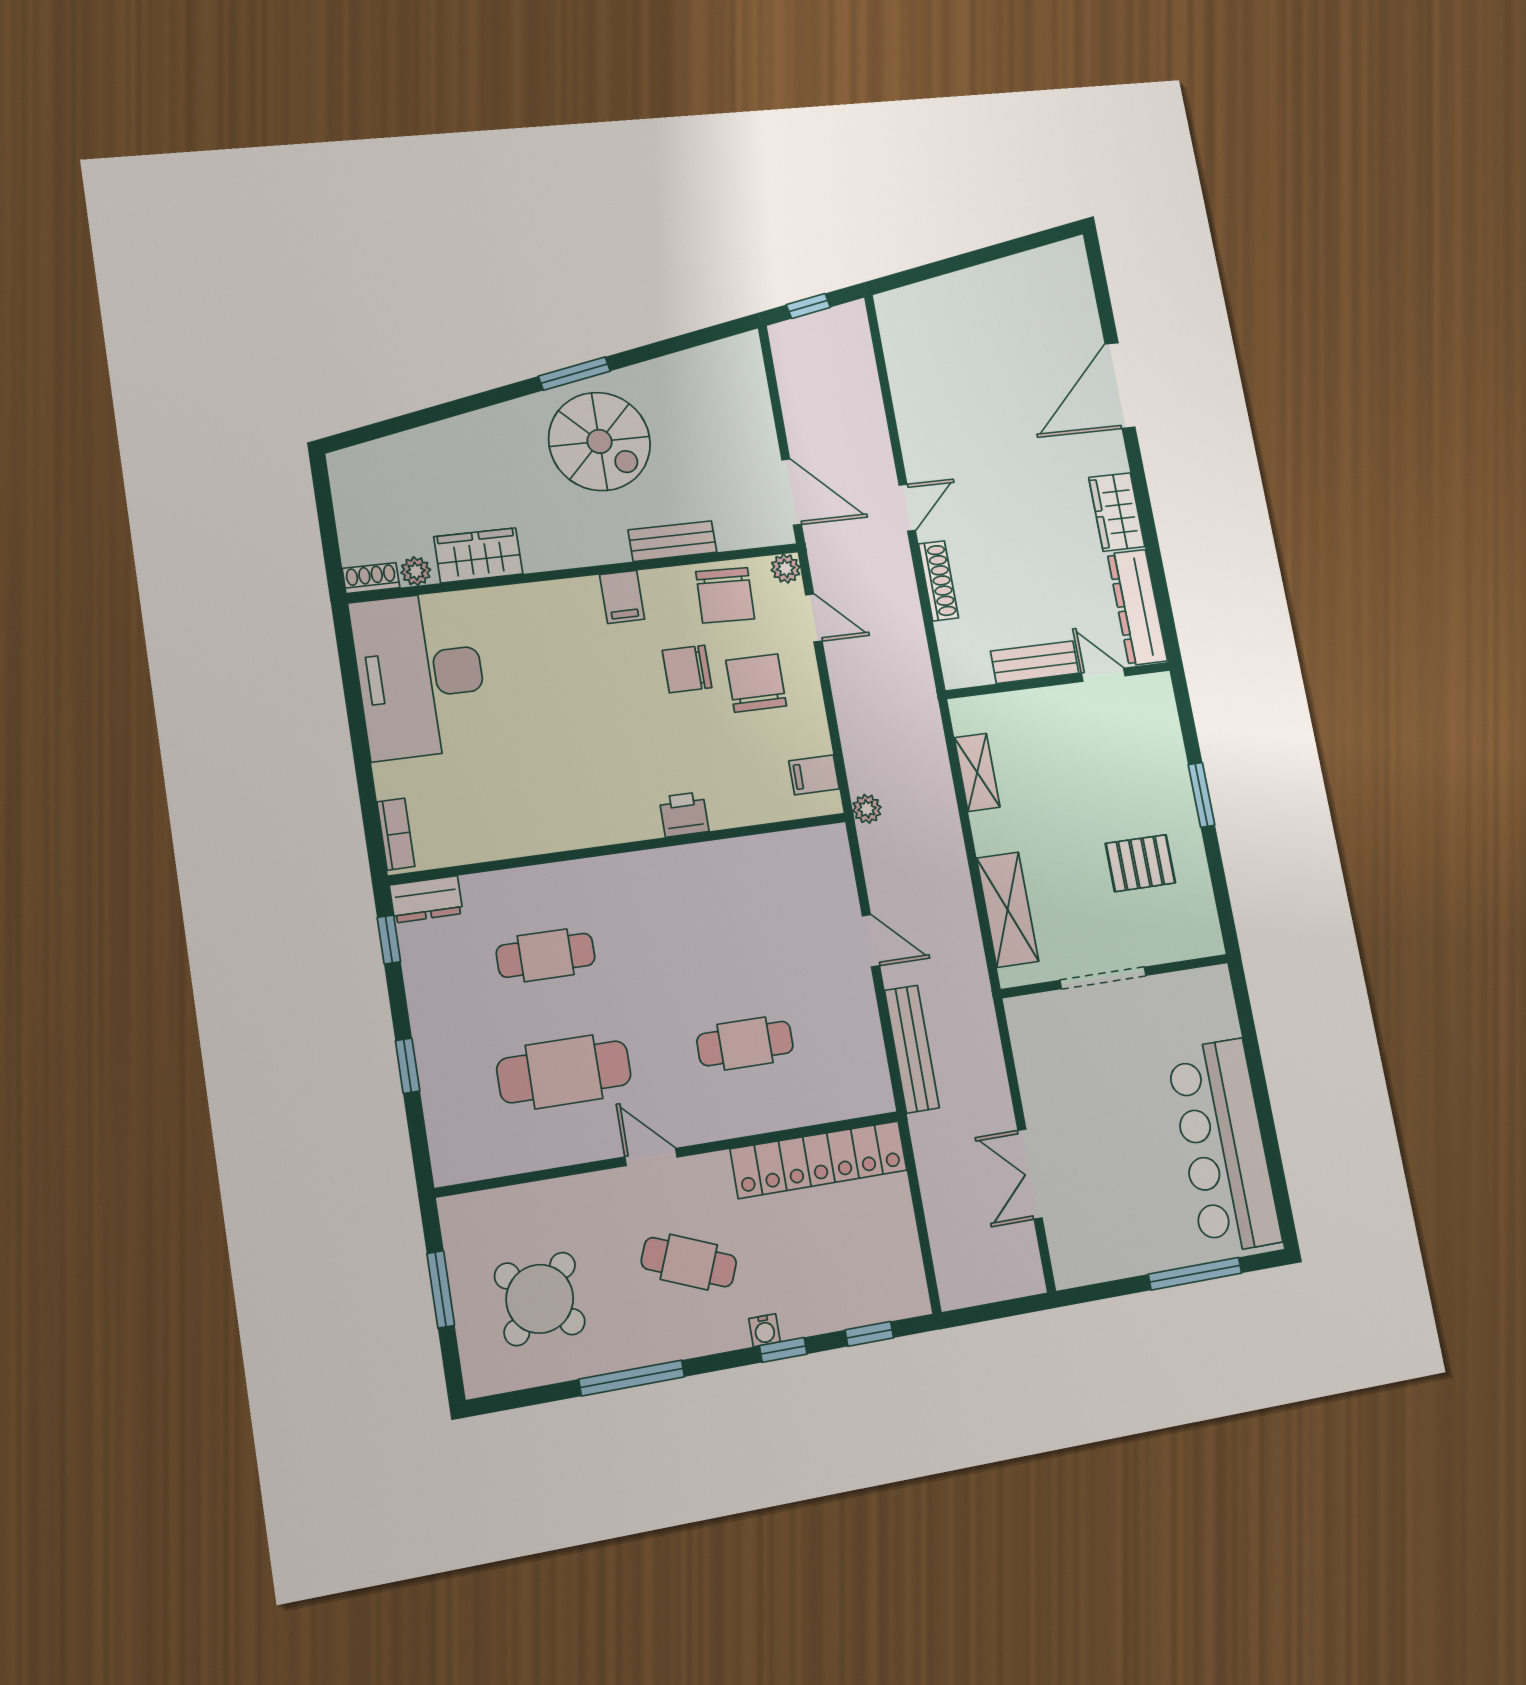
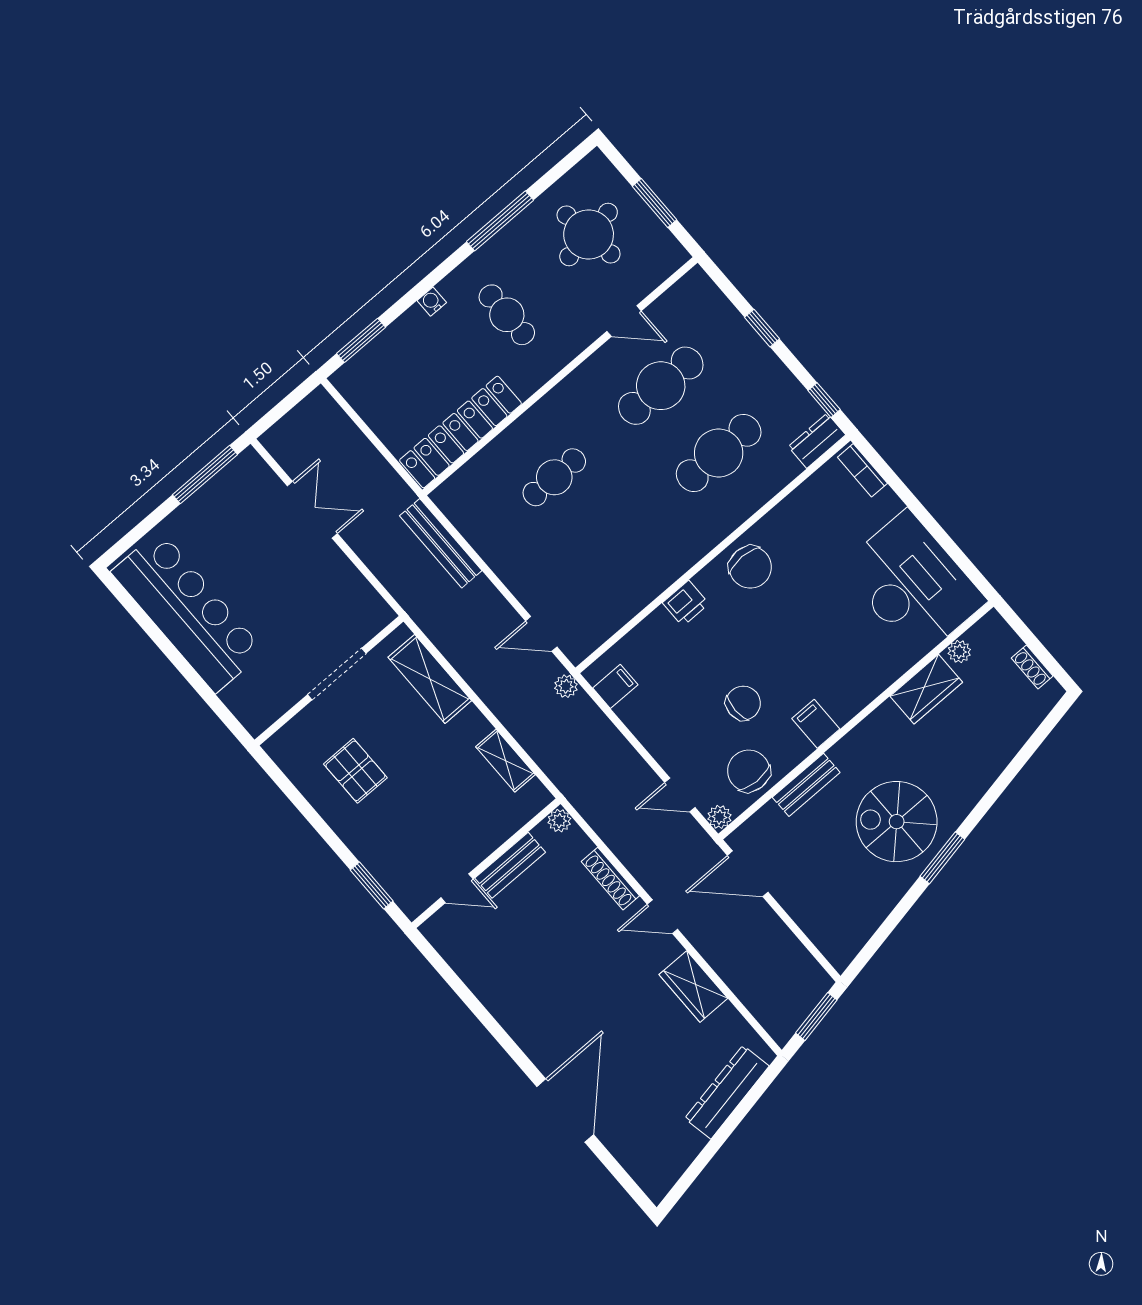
window: (808, 306) -> (816, 1017), width x1.50
door: (907, 508) -> (662, 917), hinge flipped
wardrobe: (1117, 512) -> (693, 986), moved, turned 180
shoe rack: (371, 578) -> (1032, 667), moved, turned 90
dresser: (1137, 607) -> (727, 1092), moved, turned -101
plant: (957, 674) -> (559, 821), added
chair: (756, 683) -> (750, 567), moved
window: (1201, 795) -> (372, 885), moved
pallet: (1140, 863) -> (355, 771), turned 90
door: (871, 941) -> (541, 634), moved
cafe table: (546, 955) -> (719, 453), width x1.37, depth x1.35
door: (651, 1157) -> (624, 321), moved
cafe table: (689, 1262) -> (507, 315), turned 68
window: (1195, 1274) -> (205, 475), moved
round table: (540, 1299) -> (589, 235), turned 38
window: (869, 1334) -> (361, 340), width x1.50
window: (783, 1350) -> (412, 296), removed

